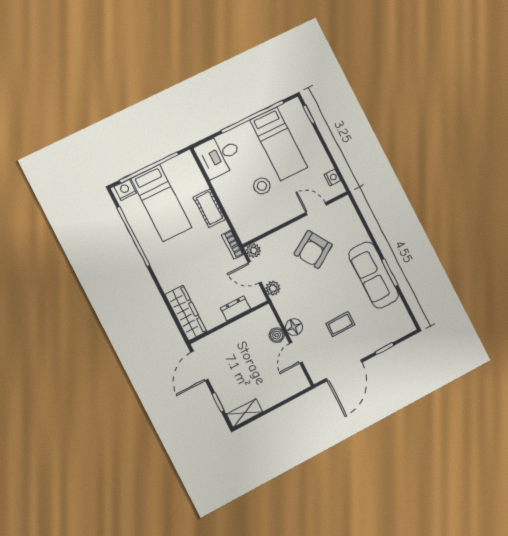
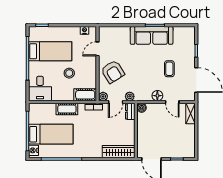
cot: (243, 224) -> (85, 95), added
armchair: (313, 249) -> (113, 72), moved
dresser: (235, 308) -> (130, 111), moved
boiler: (277, 335) -> (142, 108), moved
shelving: (244, 413) -> (190, 113), moved

